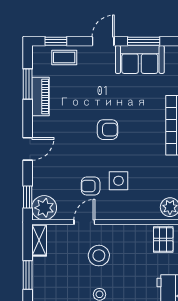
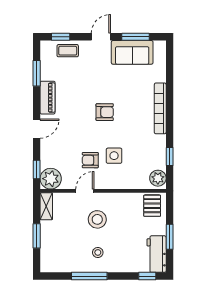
piano: (41, 97) -> (48, 98), moved

